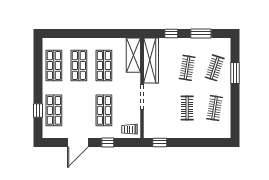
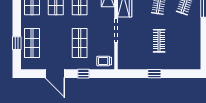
clothes rail: (215, 108) -> (185, 41), removed
door: (78, 142) -> (55, 74), hinge flipped
window: (160, 142) -> (154, 74), moved

